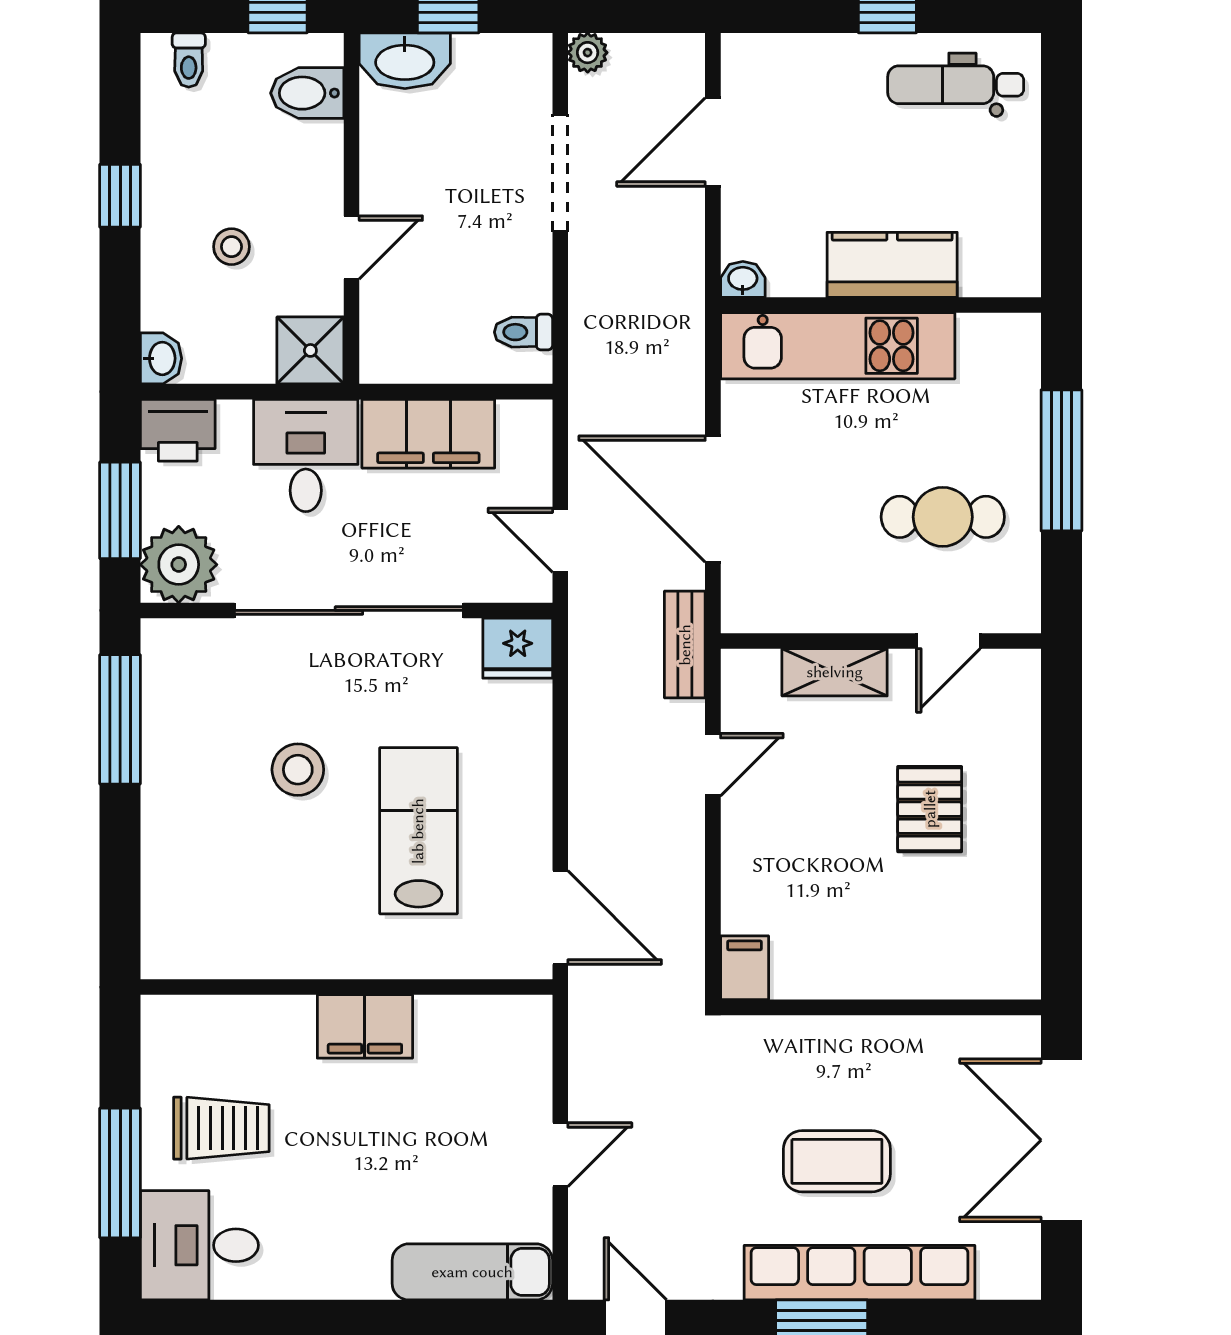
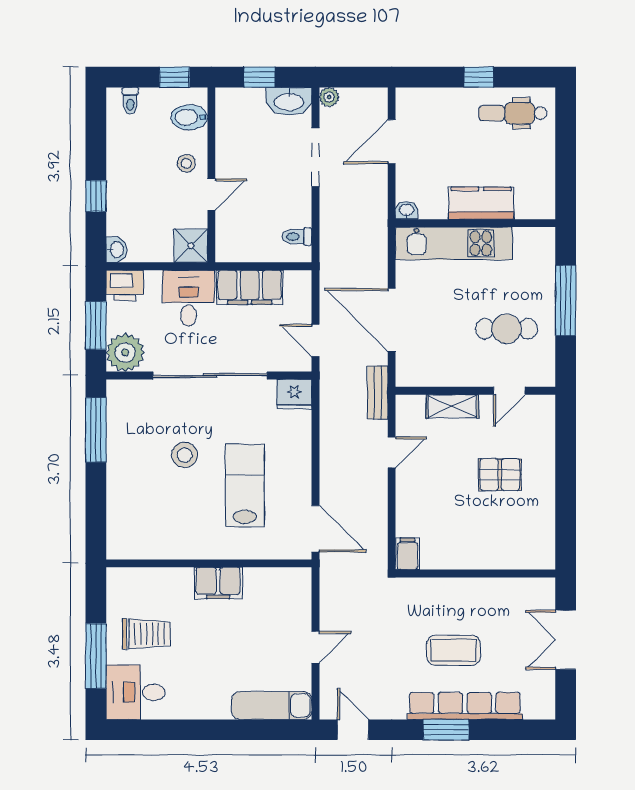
washbasin: (405, 61) -> (289, 101), moved
window: (120, 196) -> (96, 196), moved
stool: (231, 247) -> (186, 163), moved
pallet: (930, 809) -> (500, 475), turned 90
double door: (1061, 1140) -> (566, 640), width x0.73

